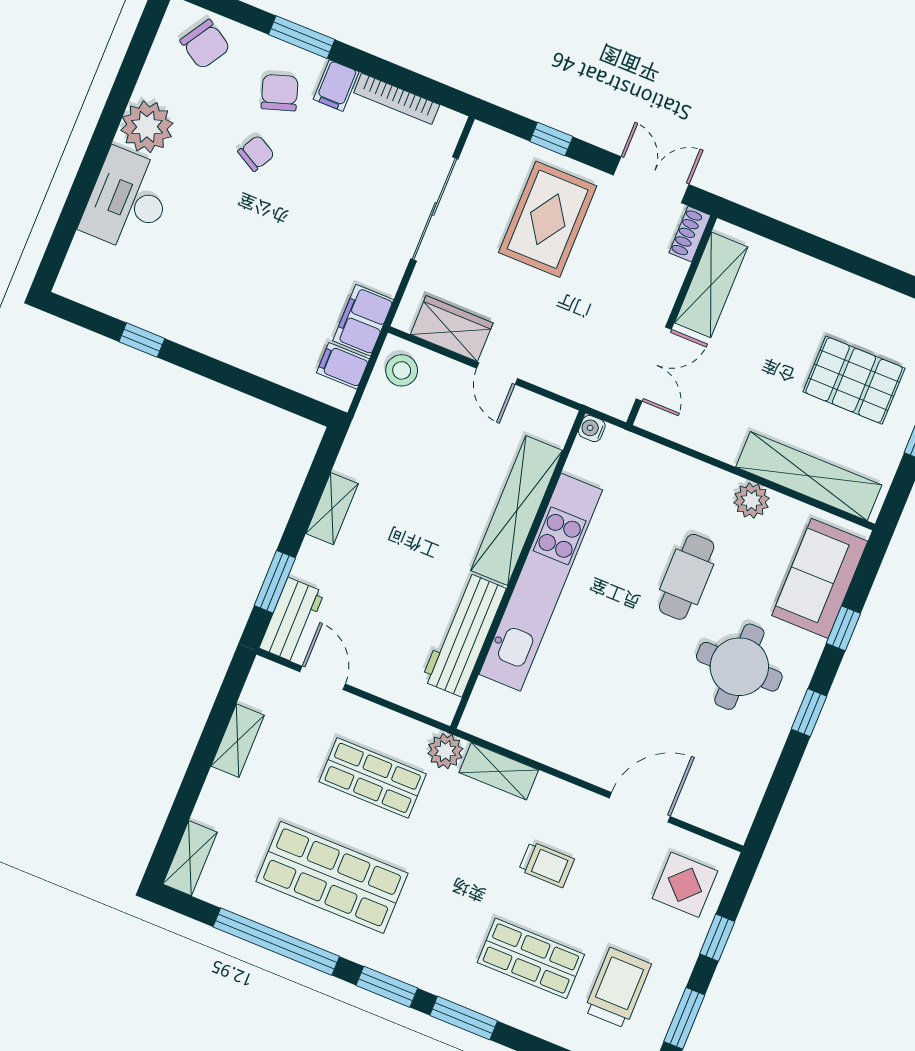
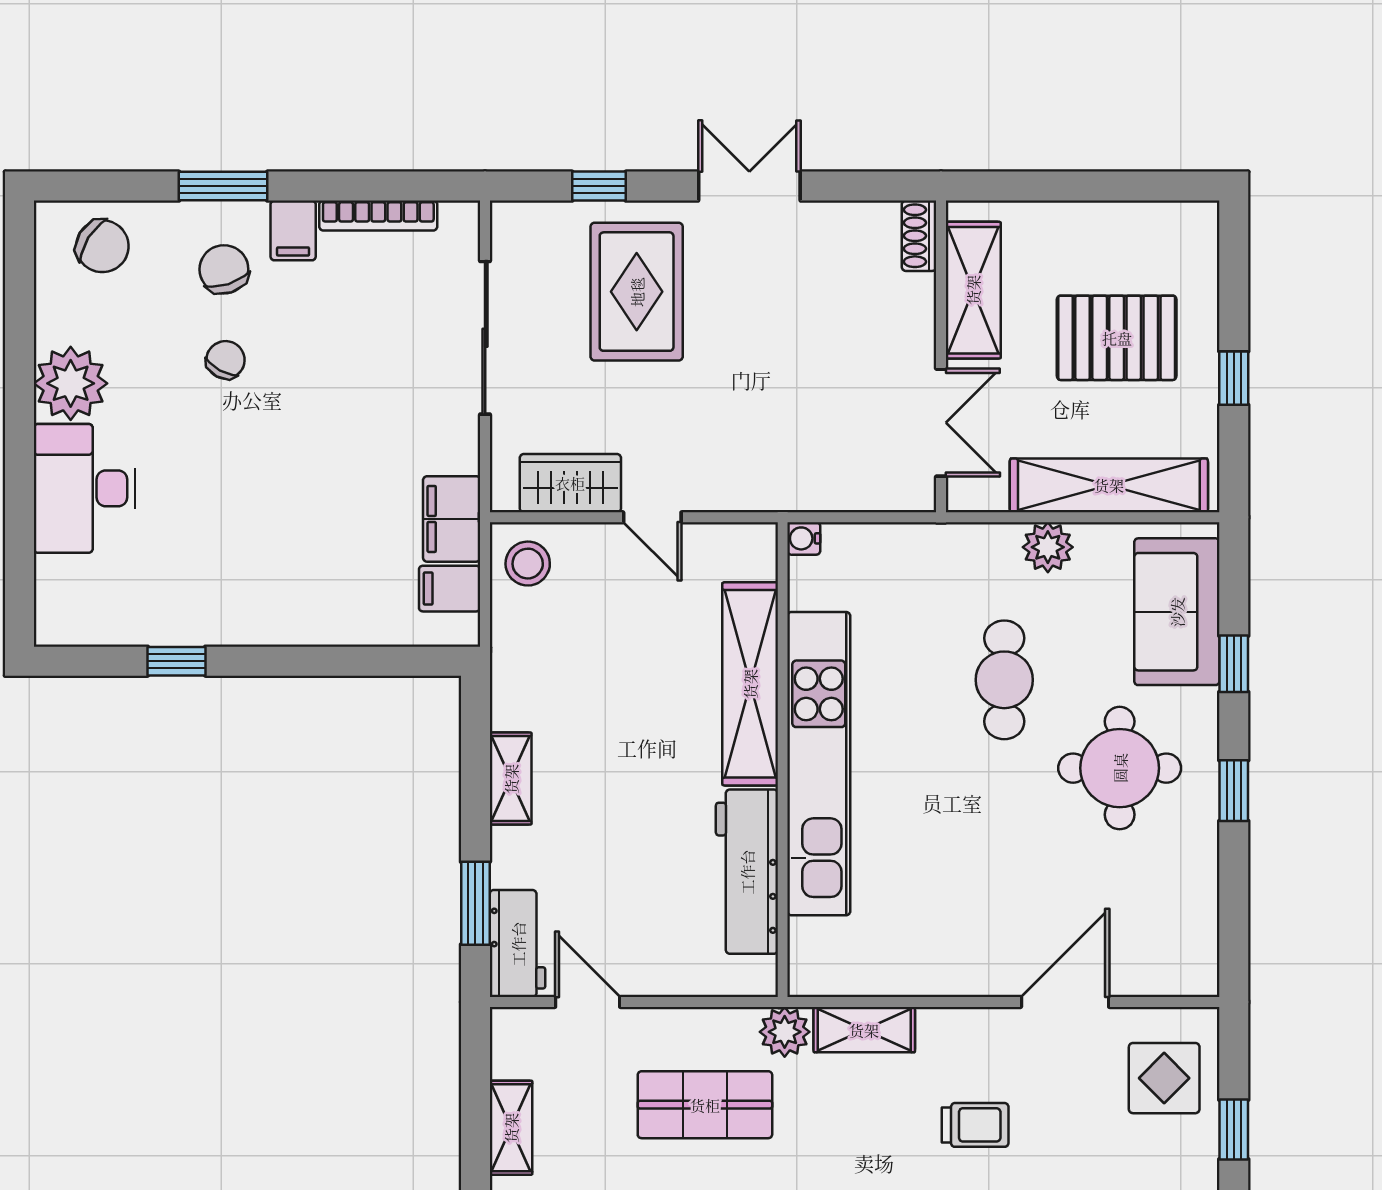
shoe rack: (690, 234) -> (919, 236), moved
shelving: (711, 285) -> (973, 290), moved
wall: (672, 320) -> (941, 356), moved
double door: (654, 364) -> (941, 423), moved

